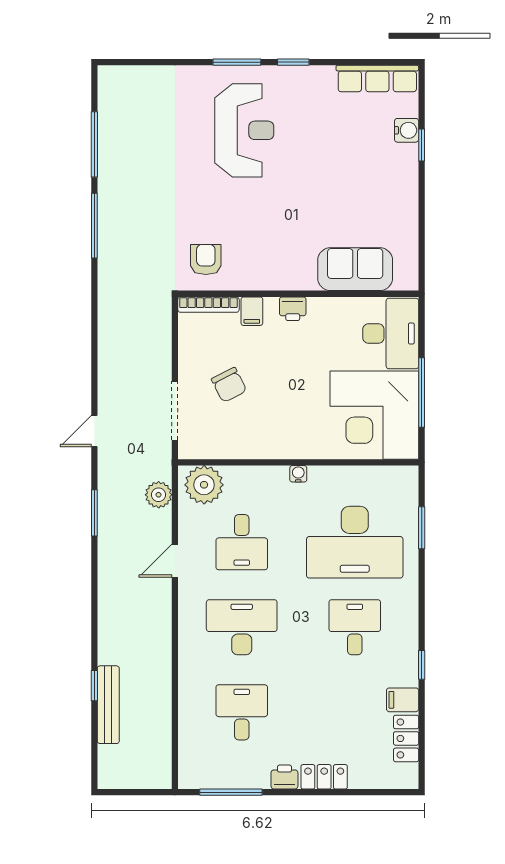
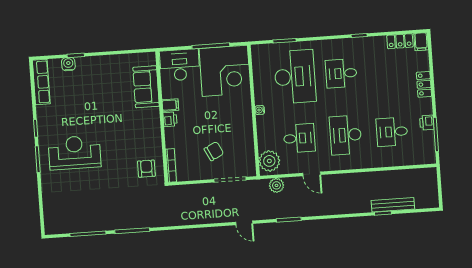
armchair: (206, 259) -> (146, 169), turned 90
filing cabinet: (252, 311) -> (170, 105), moved
filing cabinet: (403, 700) -> (421, 42), moved
printer: (284, 777) -> (427, 123), moved

